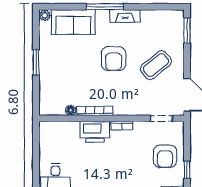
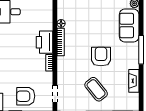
fireplace: (125, 16) -> (134, 81), moved
armchair: (114, 59) -> (101, 57), turned 90

